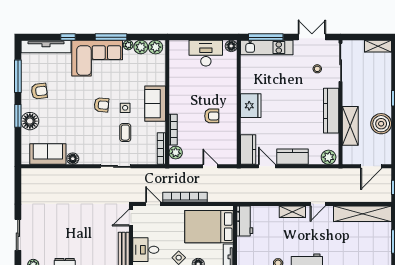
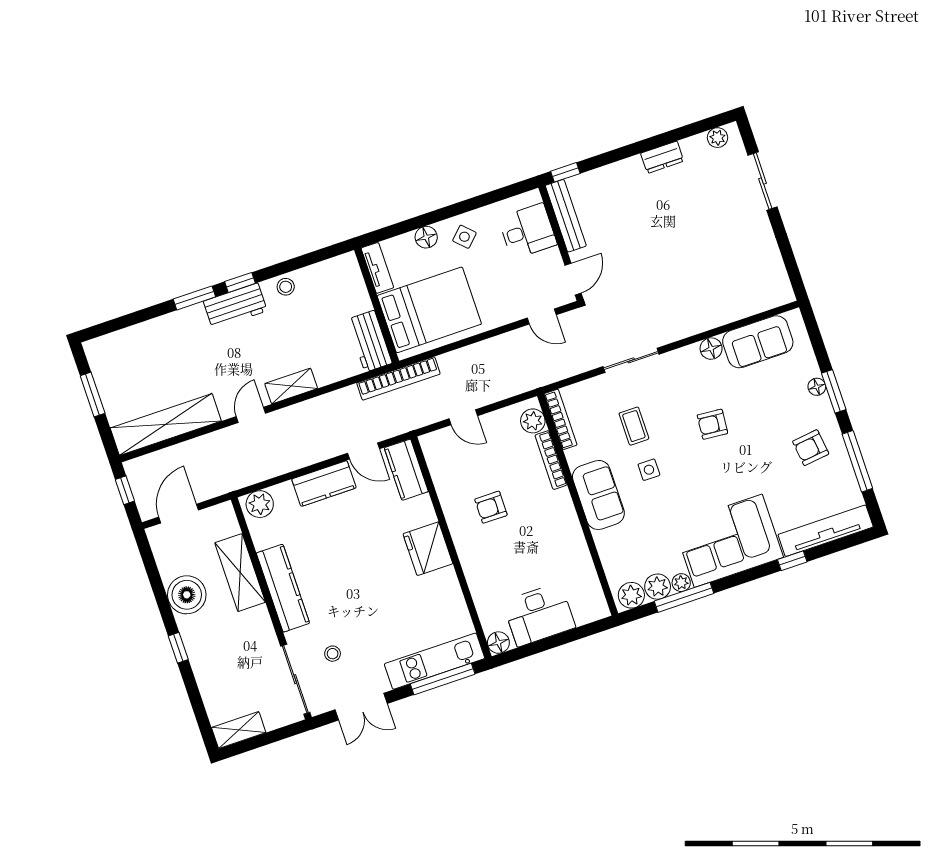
window: (111, 37) -> (684, 597), moved
armchair: (101, 105) -> (712, 424), moved
floor lamp: (30, 121) -> (817, 387), width x0.53, depth x0.53
bookcase: (185, 197) -> (398, 378), moved

